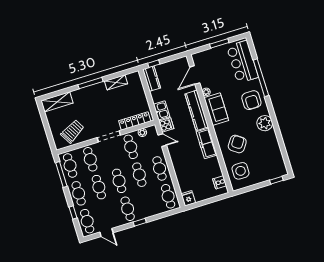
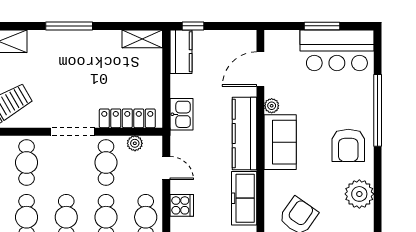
bar counter: (242, 62) -> (337, 50), moved, turned -90
shelving: (116, 82) -> (142, 39), moved
cooker: (166, 125) -> (182, 205), moved

